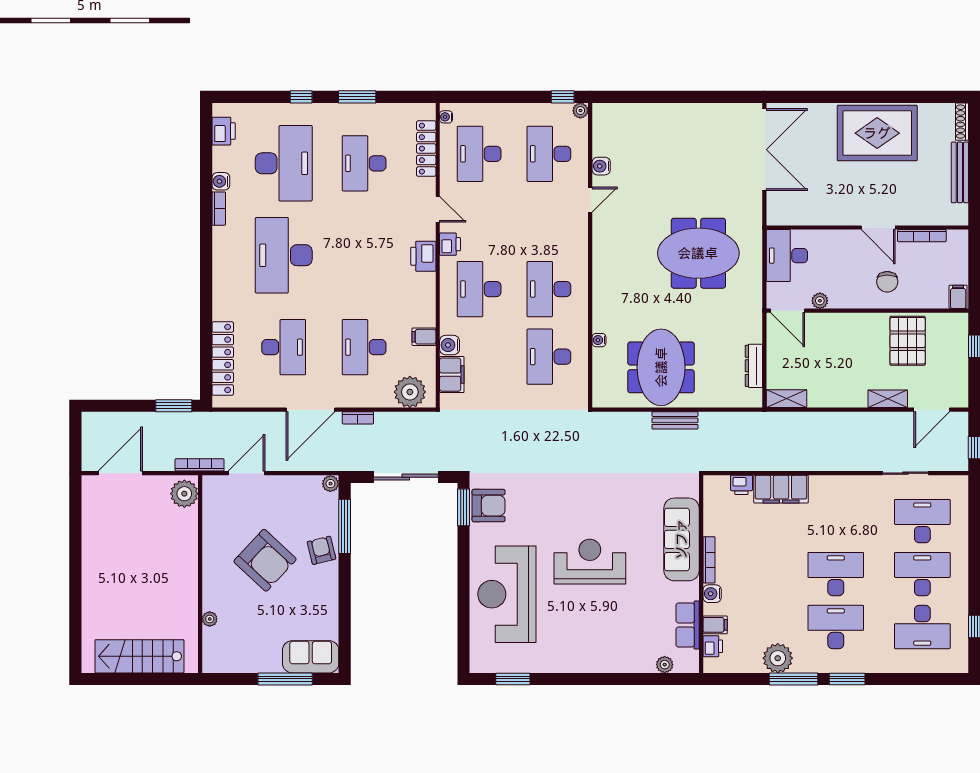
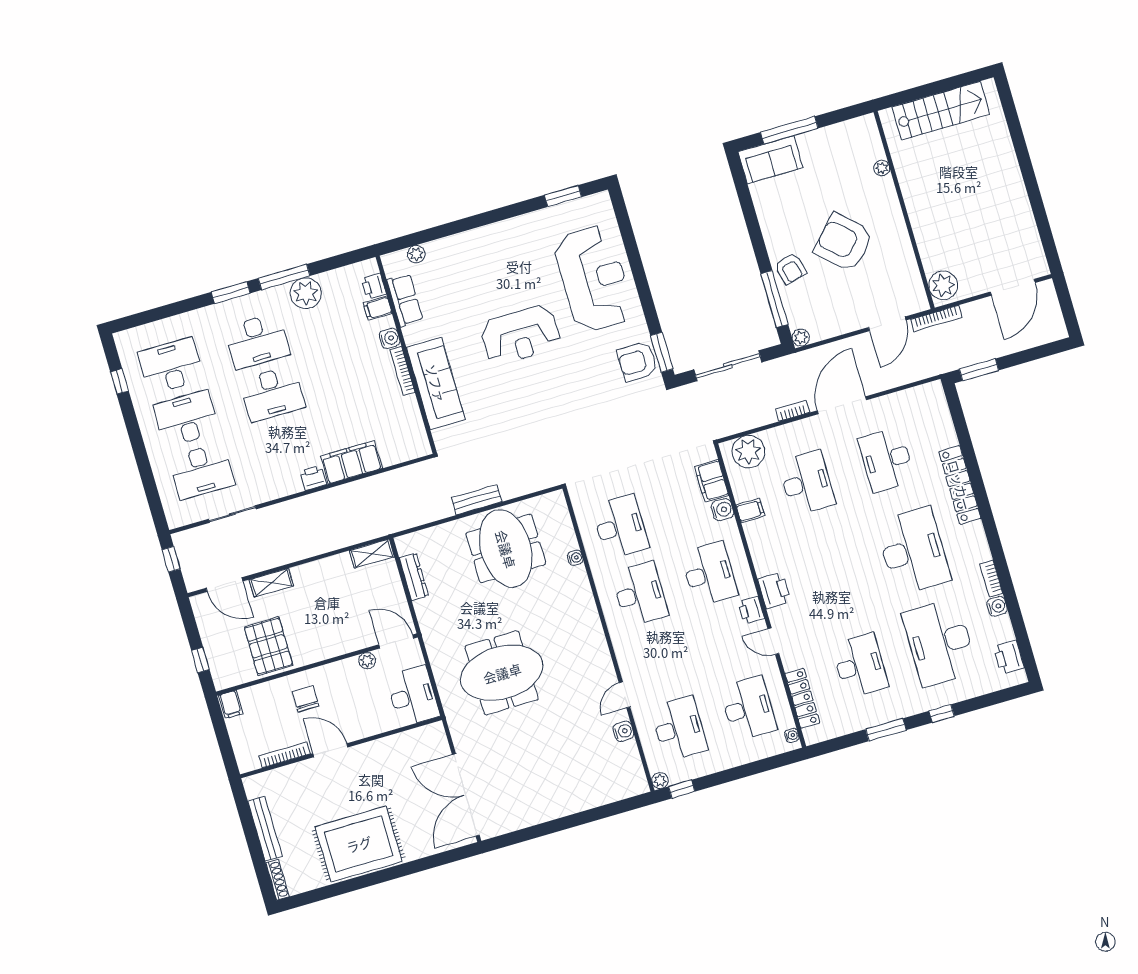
locker: (223, 358) -> (960, 485), moved
door: (932, 410) -> (224, 585), swing flipped
printer: (741, 485) -> (313, 478), moved
desk: (922, 574) -> (186, 419), turned 180

